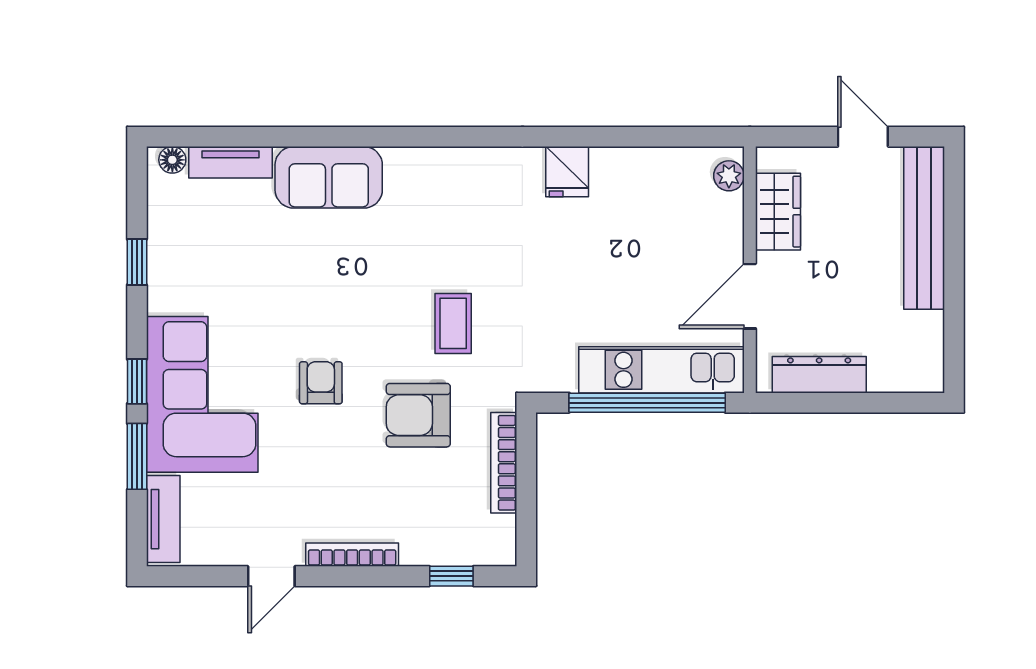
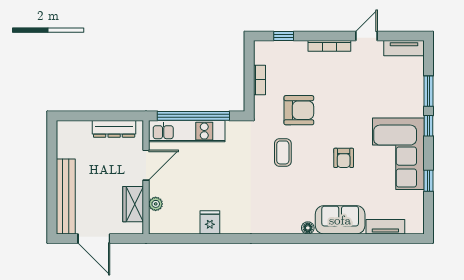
door: (863, 137) -> (94, 239), width x1.38
floor lamp: (172, 160) -> (308, 228), moved
fridge: (567, 172) -> (210, 222), moved
plant: (729, 176) -> (156, 204), moved
armchair: (321, 383) -> (344, 158), moved
corner sofa: (202, 394) -> (398, 154), moved
bookcase: (504, 463) -> (259, 80), width x0.64
tv unit: (163, 519) -> (404, 48), moved, turned -90

